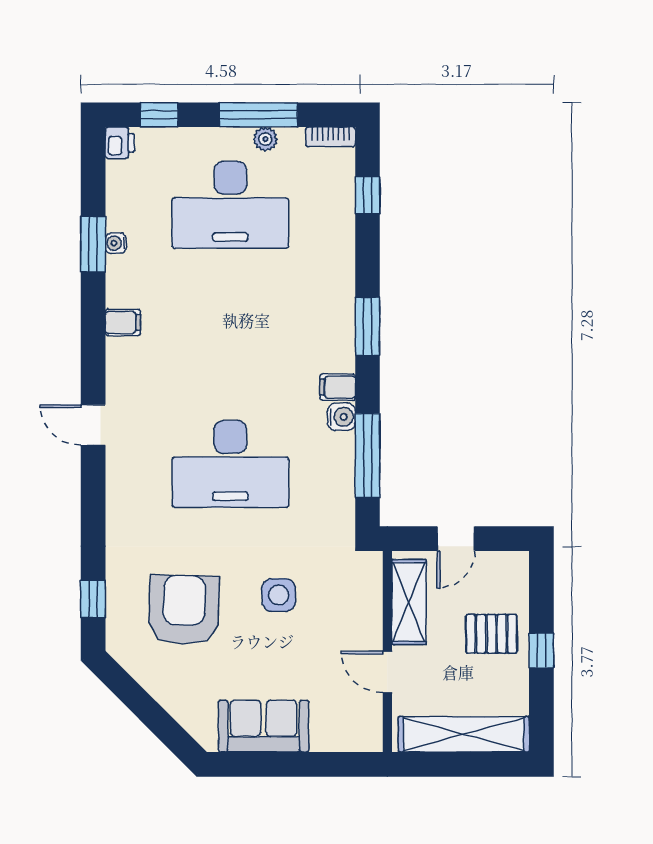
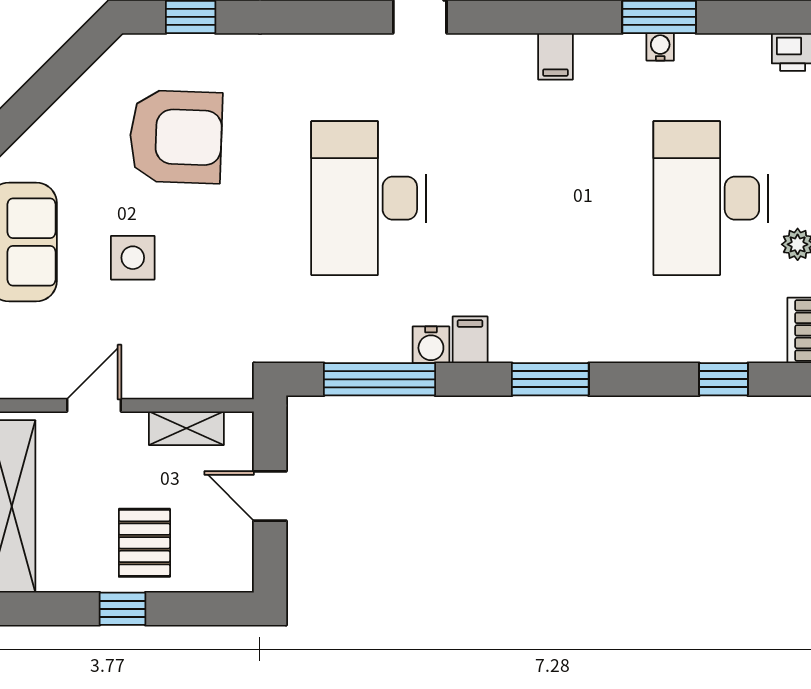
side table: (279, 595) -> (133, 258), moved
shelving: (409, 602) -> (186, 428), width x0.67, depth x0.75

